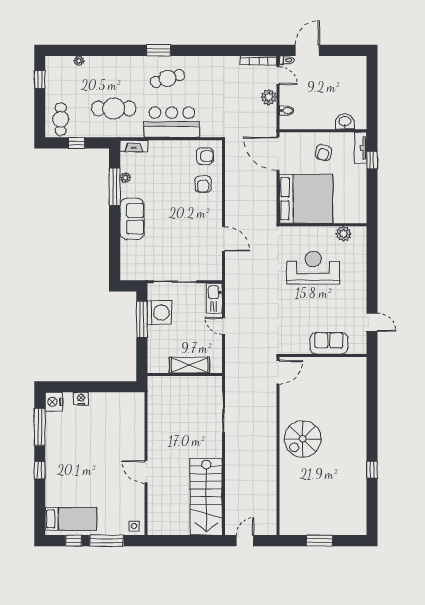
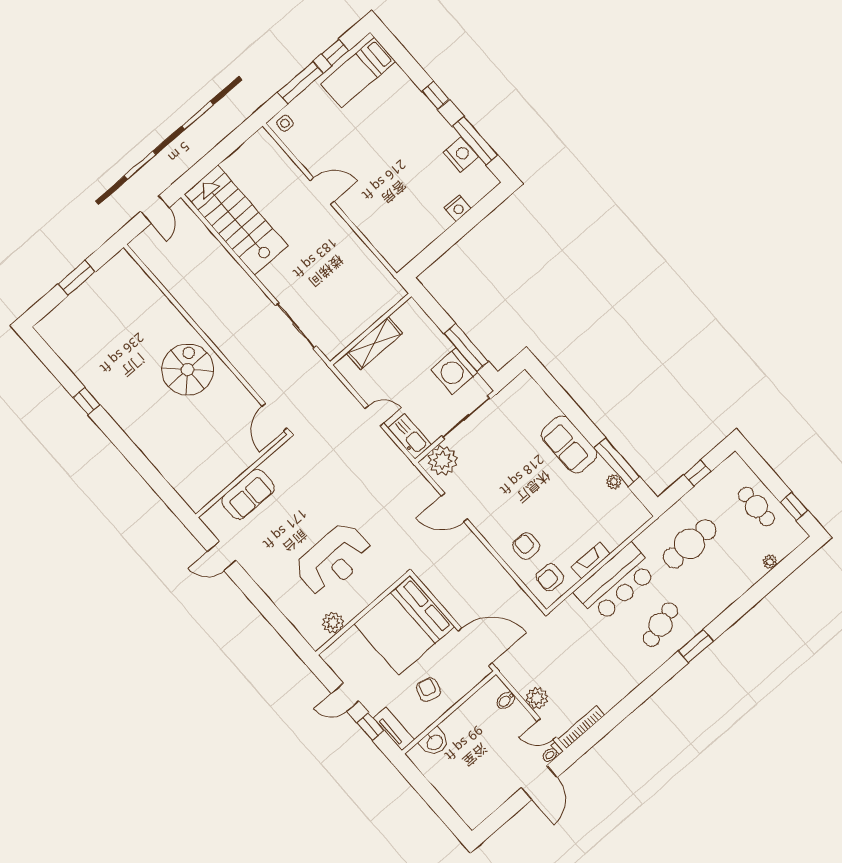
cafe table: (61, 119) -> (756, 507), moved
fireplace: (134, 146) -> (591, 560), moved
door: (372, 188) -> (345, 697), added
plant: (208, 270) -> (443, 461), added
nightstand: (54, 402) -> (461, 154), moved

